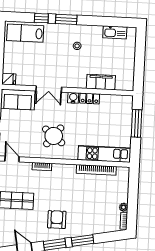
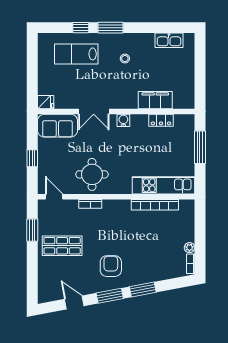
lab bench: (25, 33) -> (76, 54), moved
locker: (90, 99) -> (161, 120), moved
round table: (54, 136) -> (92, 174), moved, turned -38

